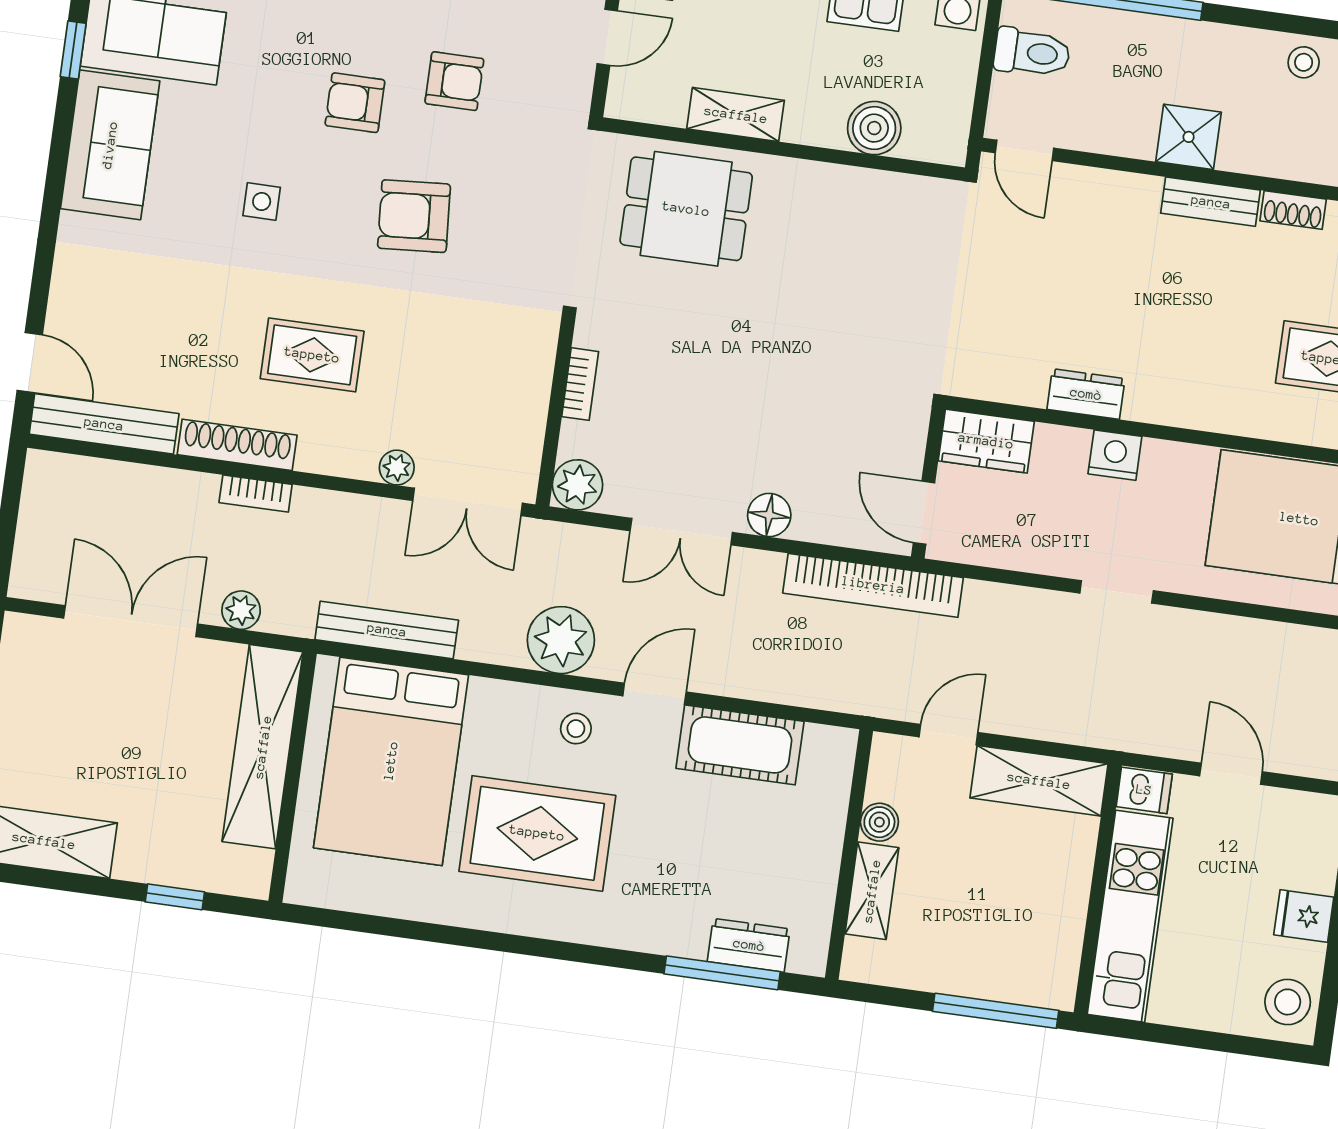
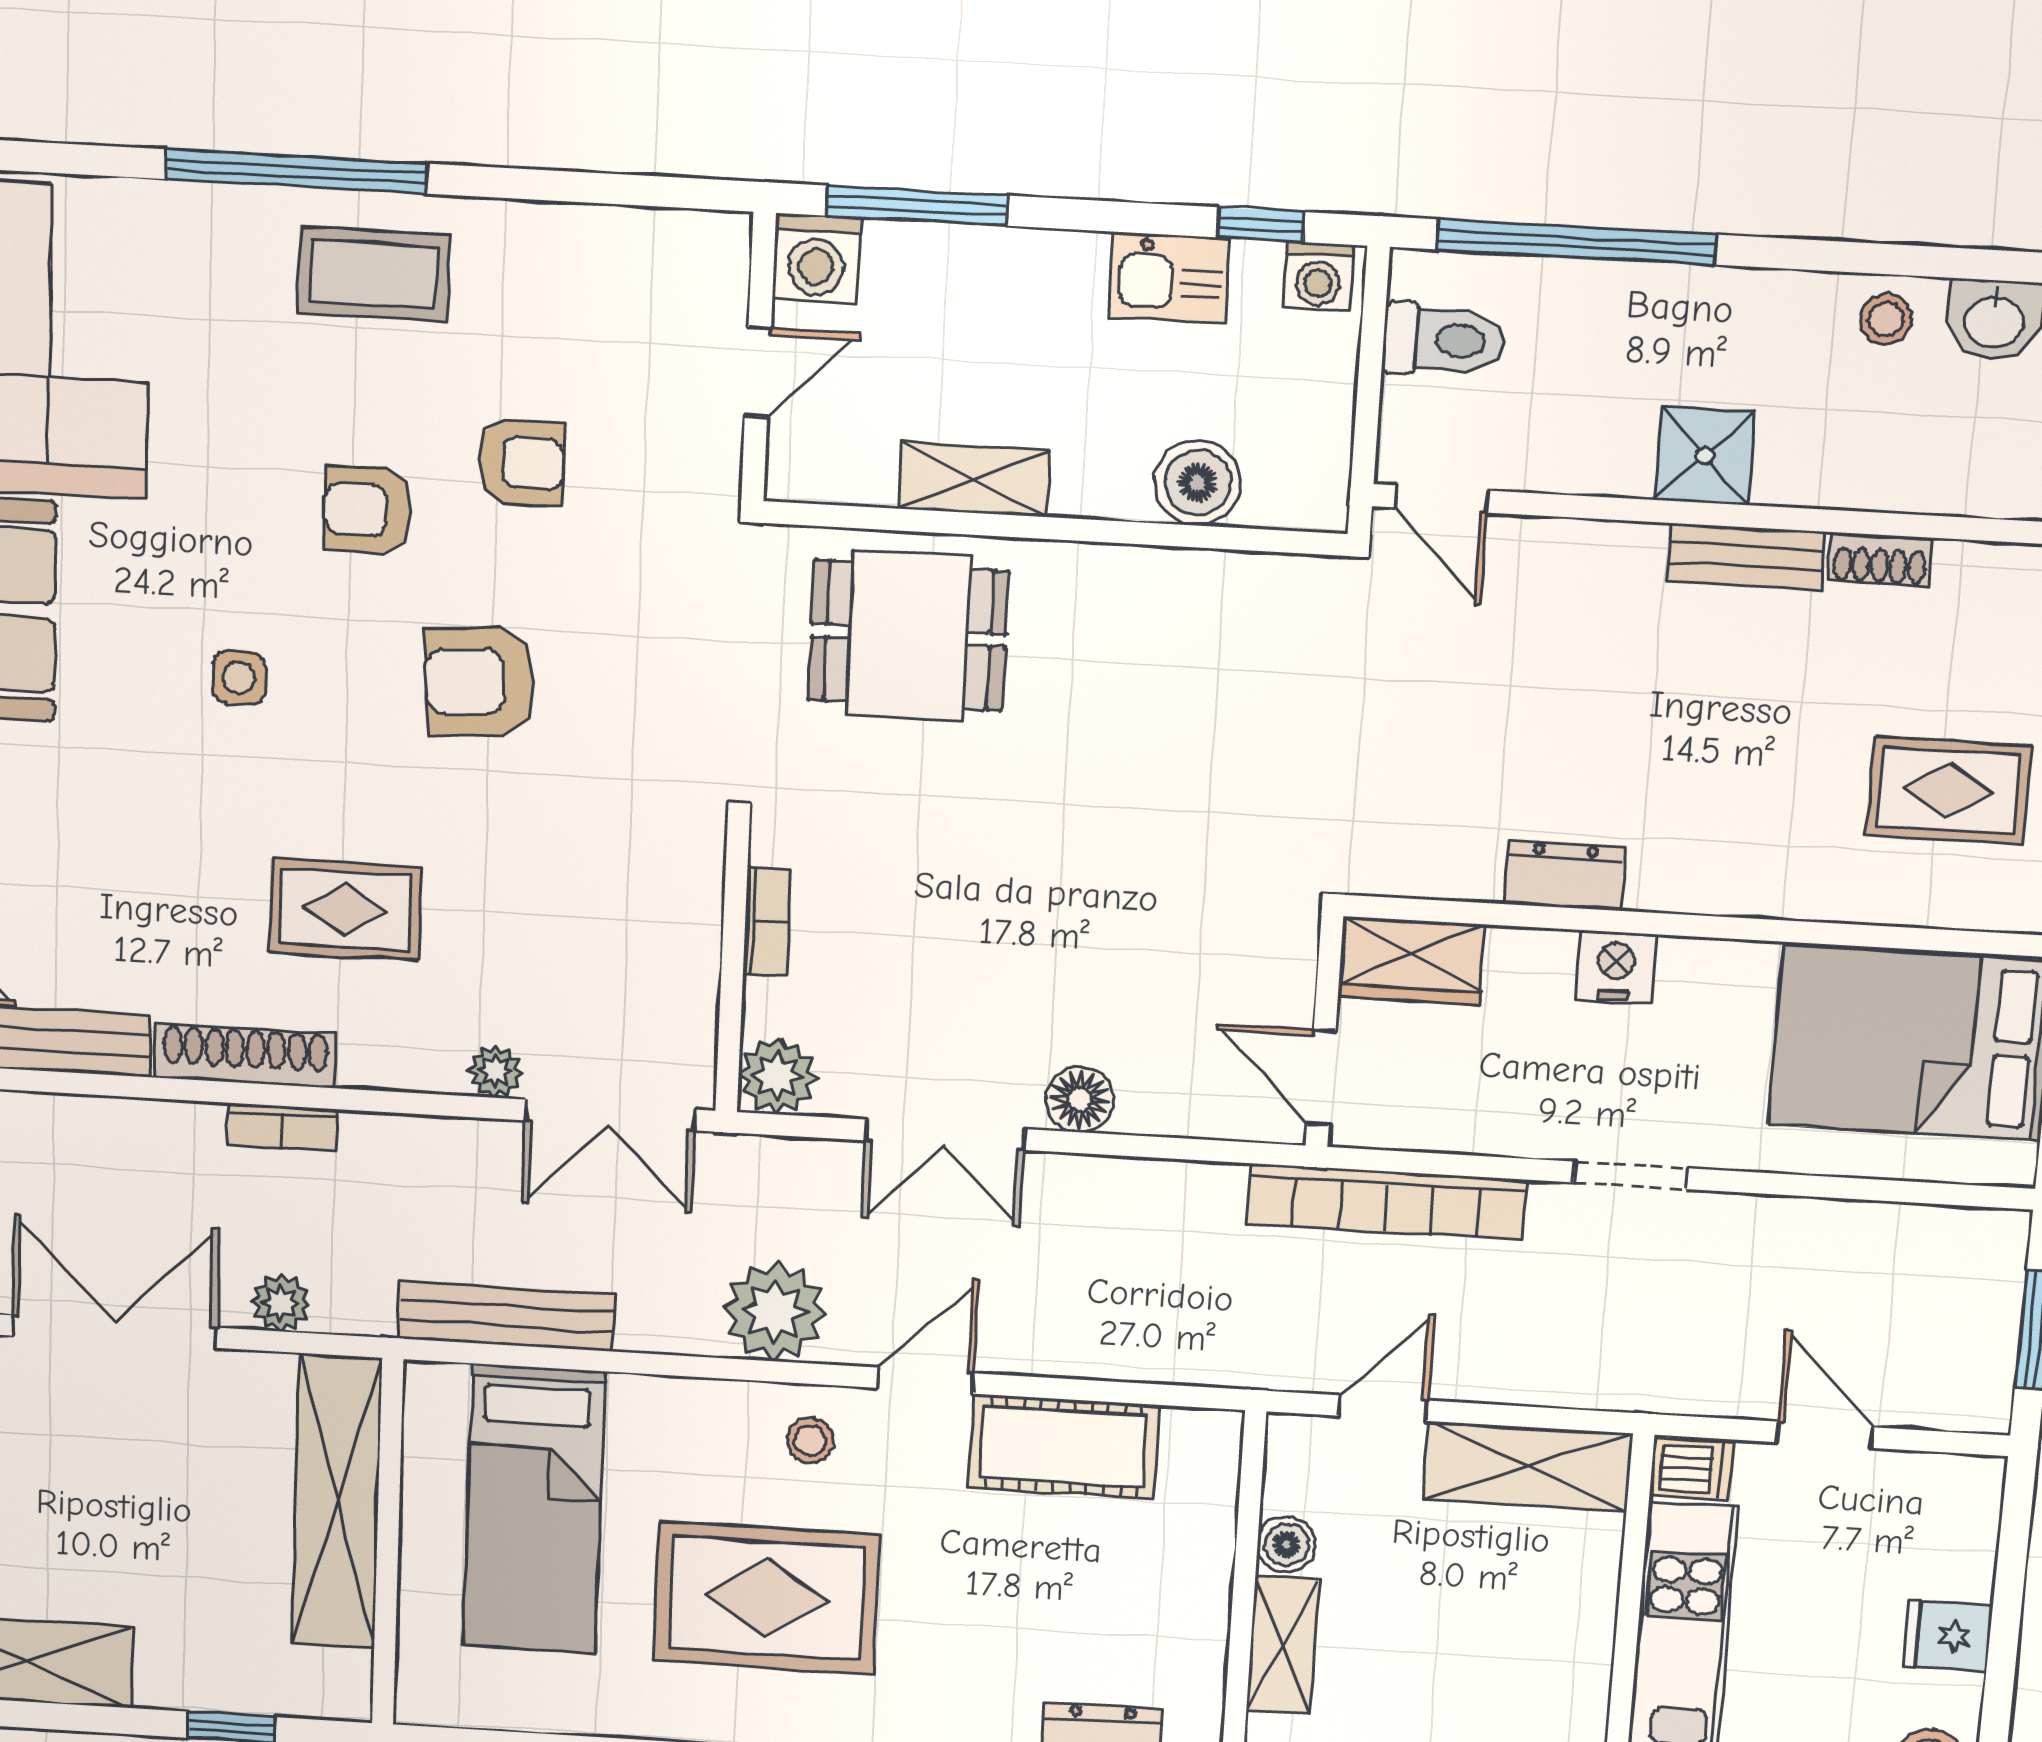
bookcase: (873, 585) -> (1386, 1202), moved
bed: (391, 761) -> (534, 1509), width x0.67

